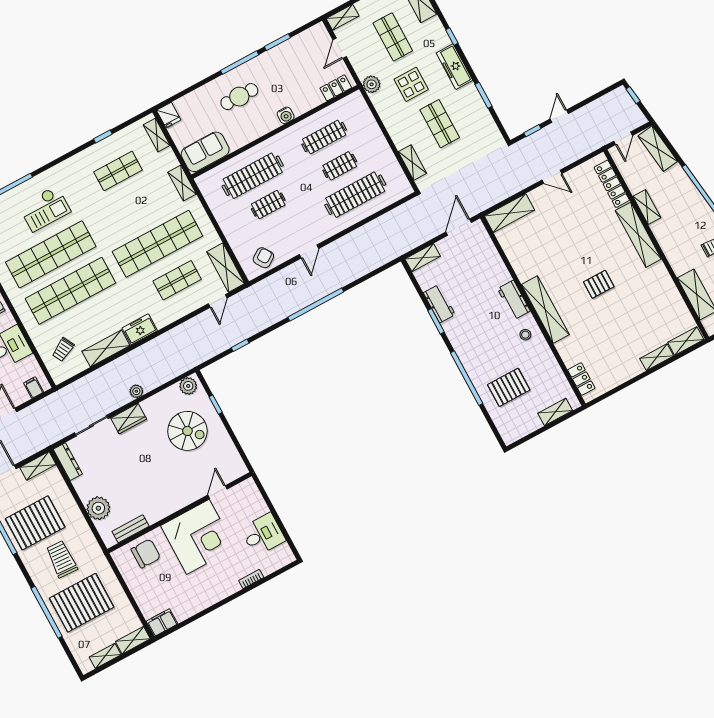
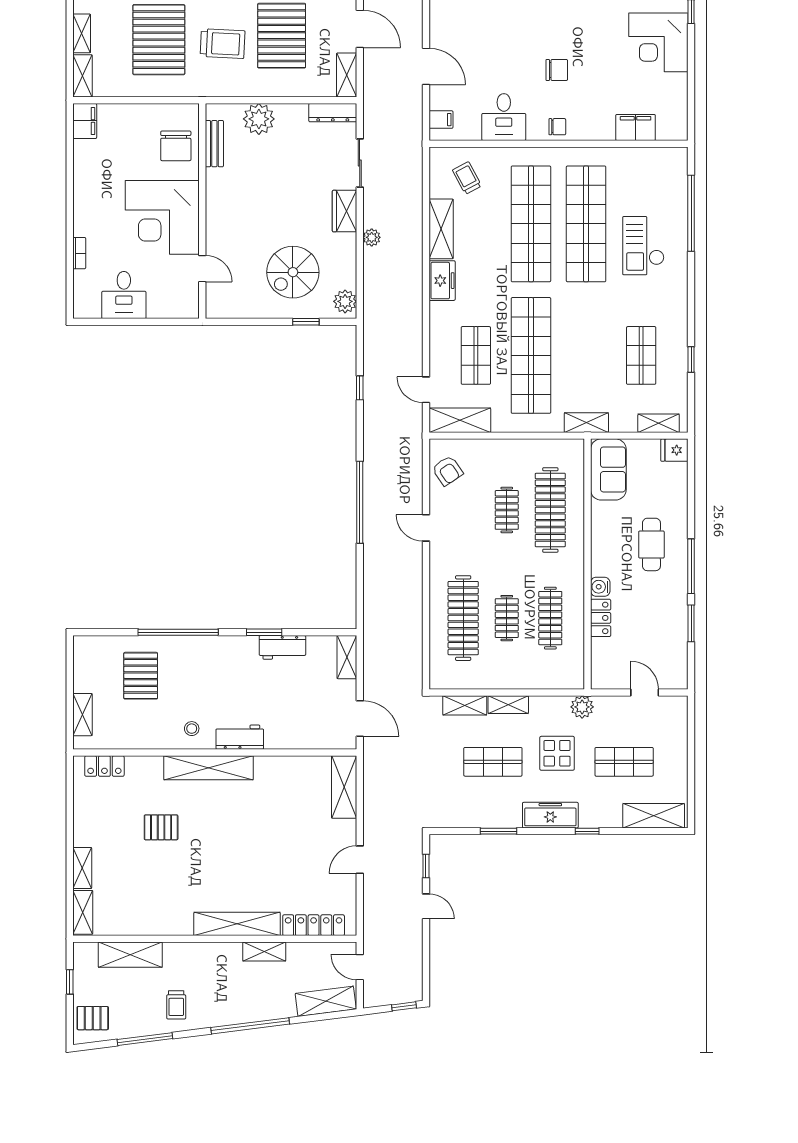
shelving: (343, 17) -> (508, 705), moved, turned 90
locker: (336, 88) -> (601, 618), moved
pallet: (599, 284) -> (161, 827), moved, turned 90

